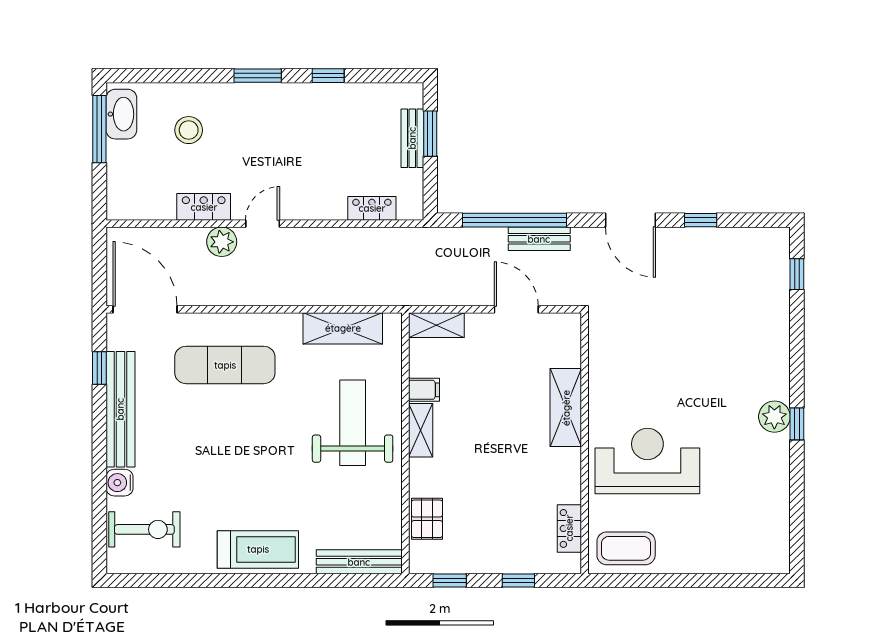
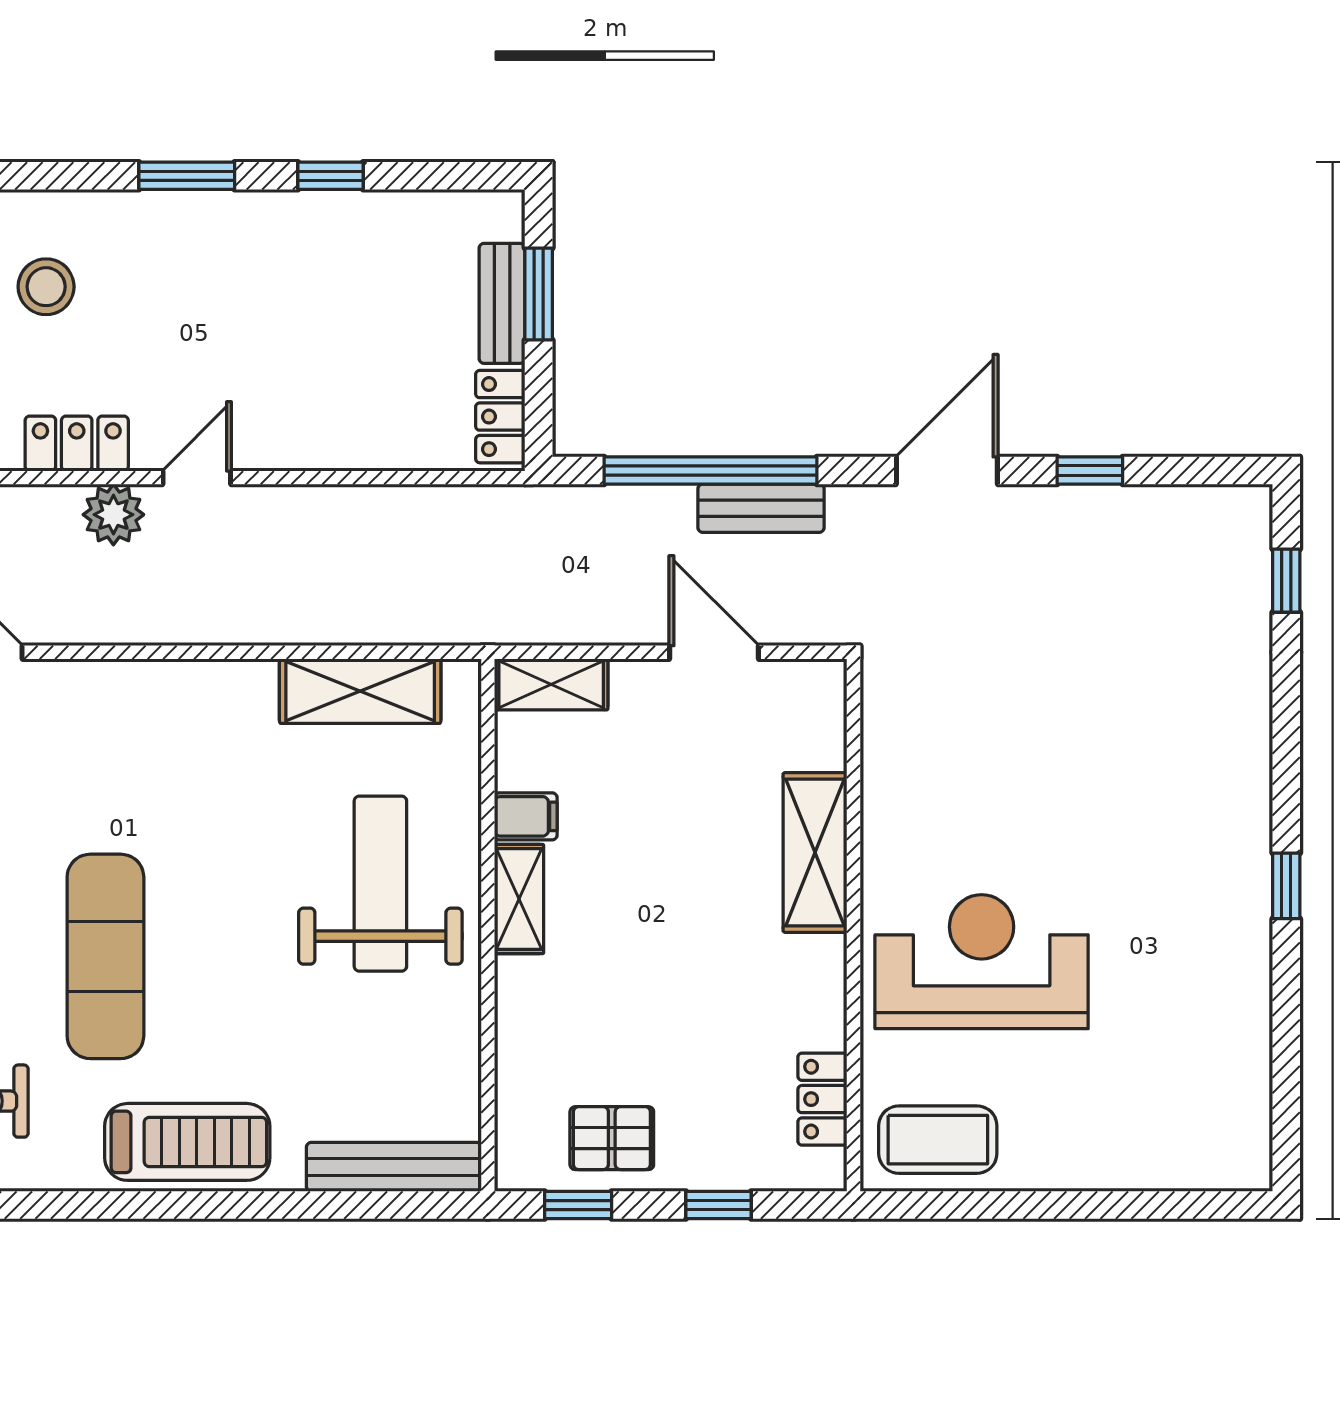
locker: (372, 208) -> (500, 417), moved, turned -90
door: (630, 220) -> (947, 471), swing flipped
exercise mat: (225, 365) -> (105, 956), moved, turned 90
plant: (774, 417) -> (1241, 871), removed
pallet: (427, 519) -> (612, 1138), moved, turned 90

